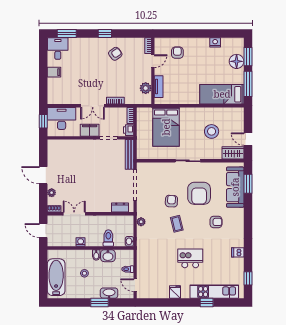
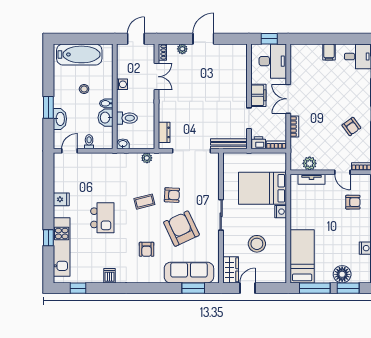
nightstand: (185, 112) -> (281, 212), added
armchair: (199, 193) -> (181, 229), turned 65

